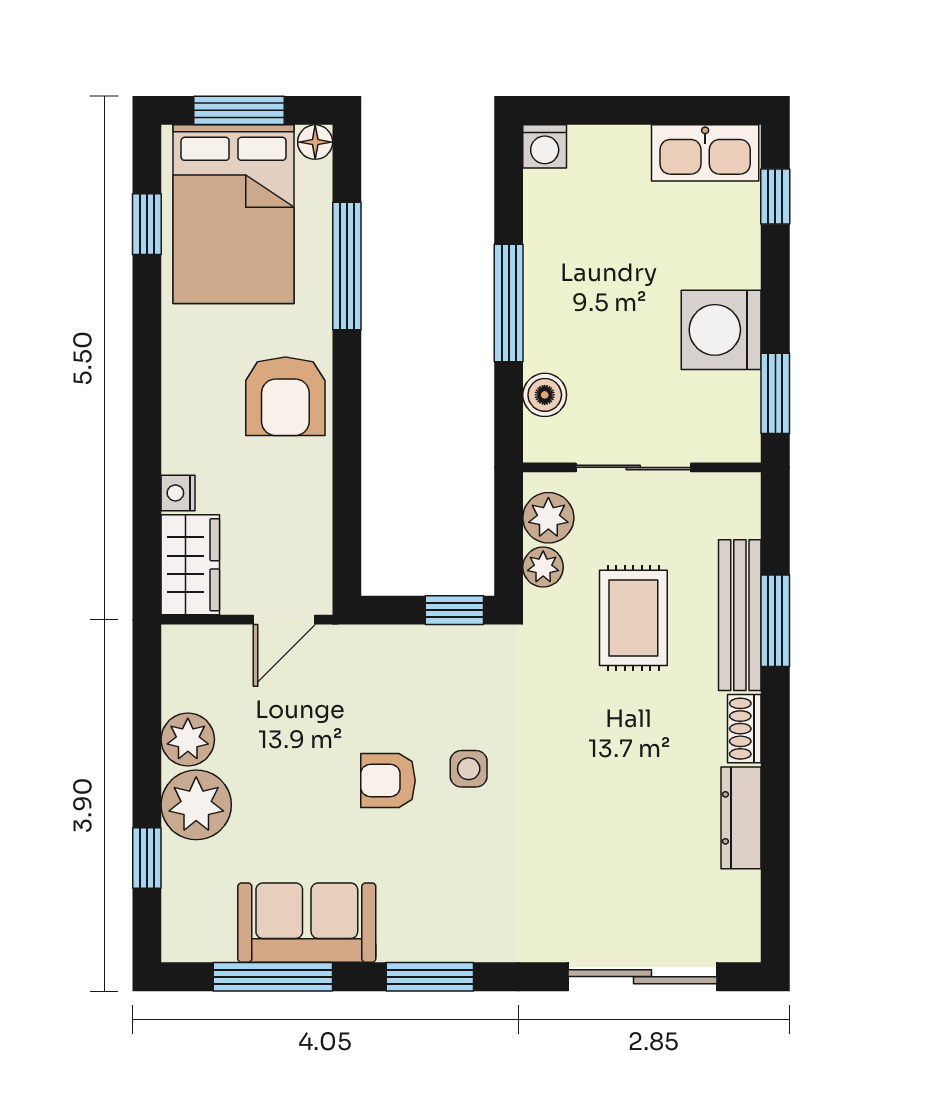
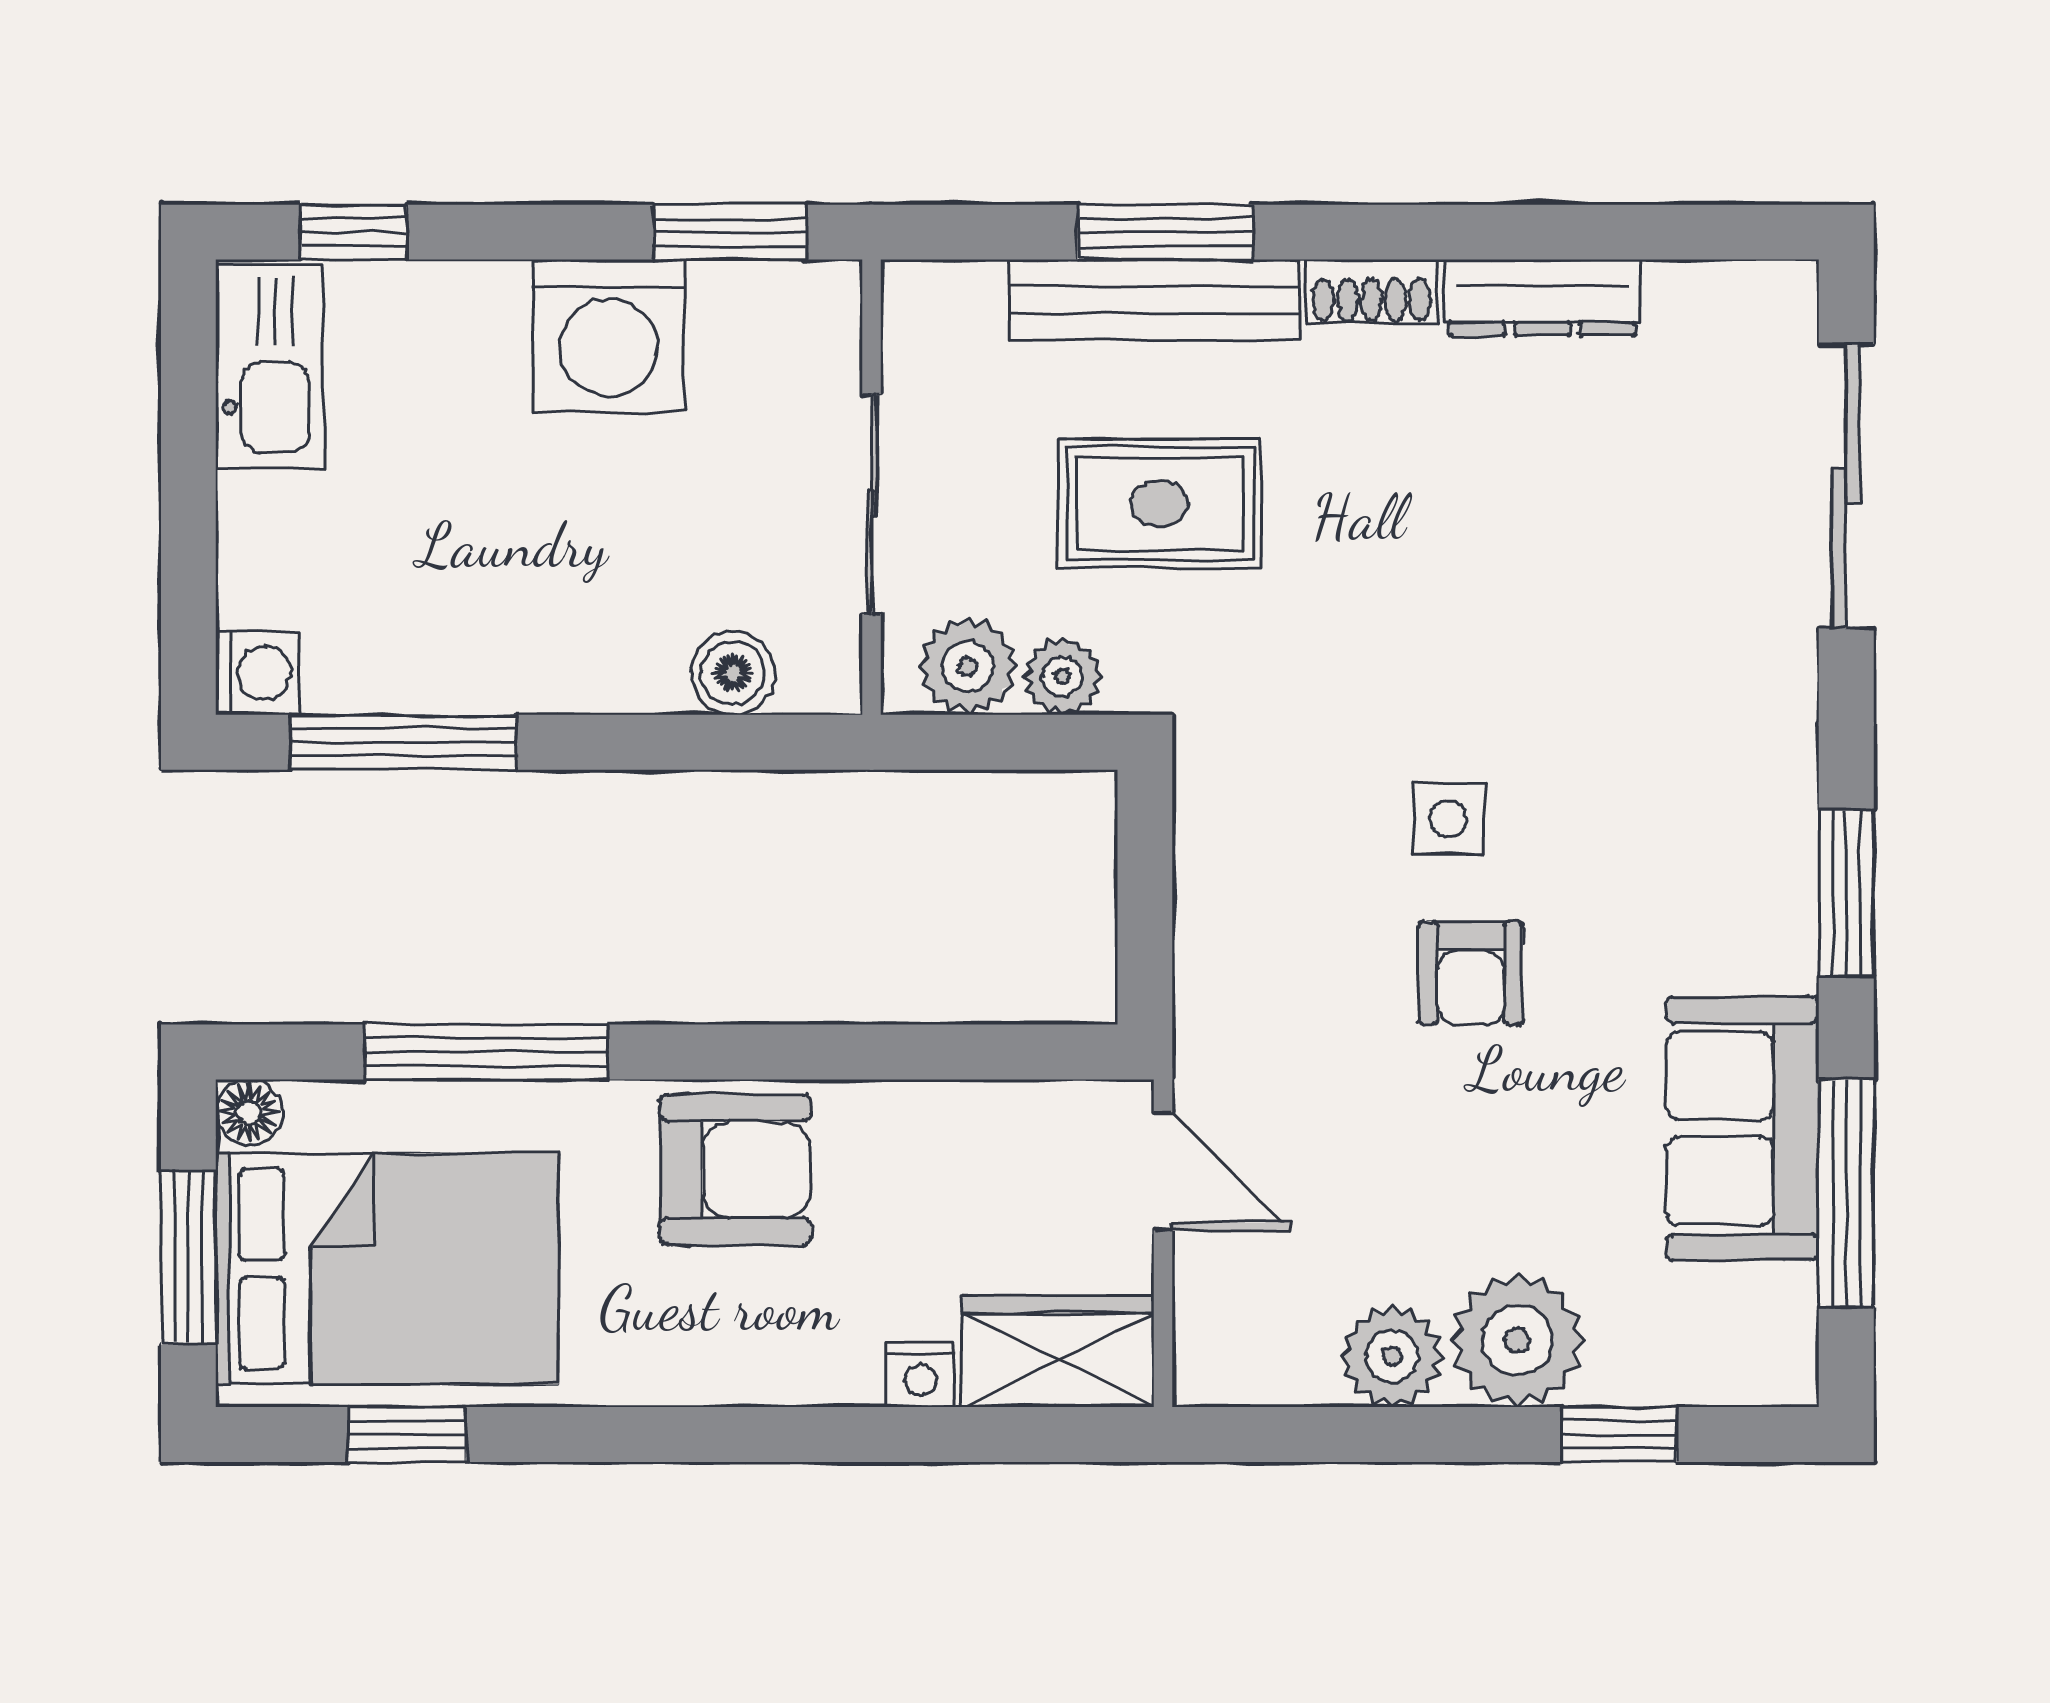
window: (509, 303) -> (403, 742), moved
window: (454, 610) -> (1145, 846), removed

